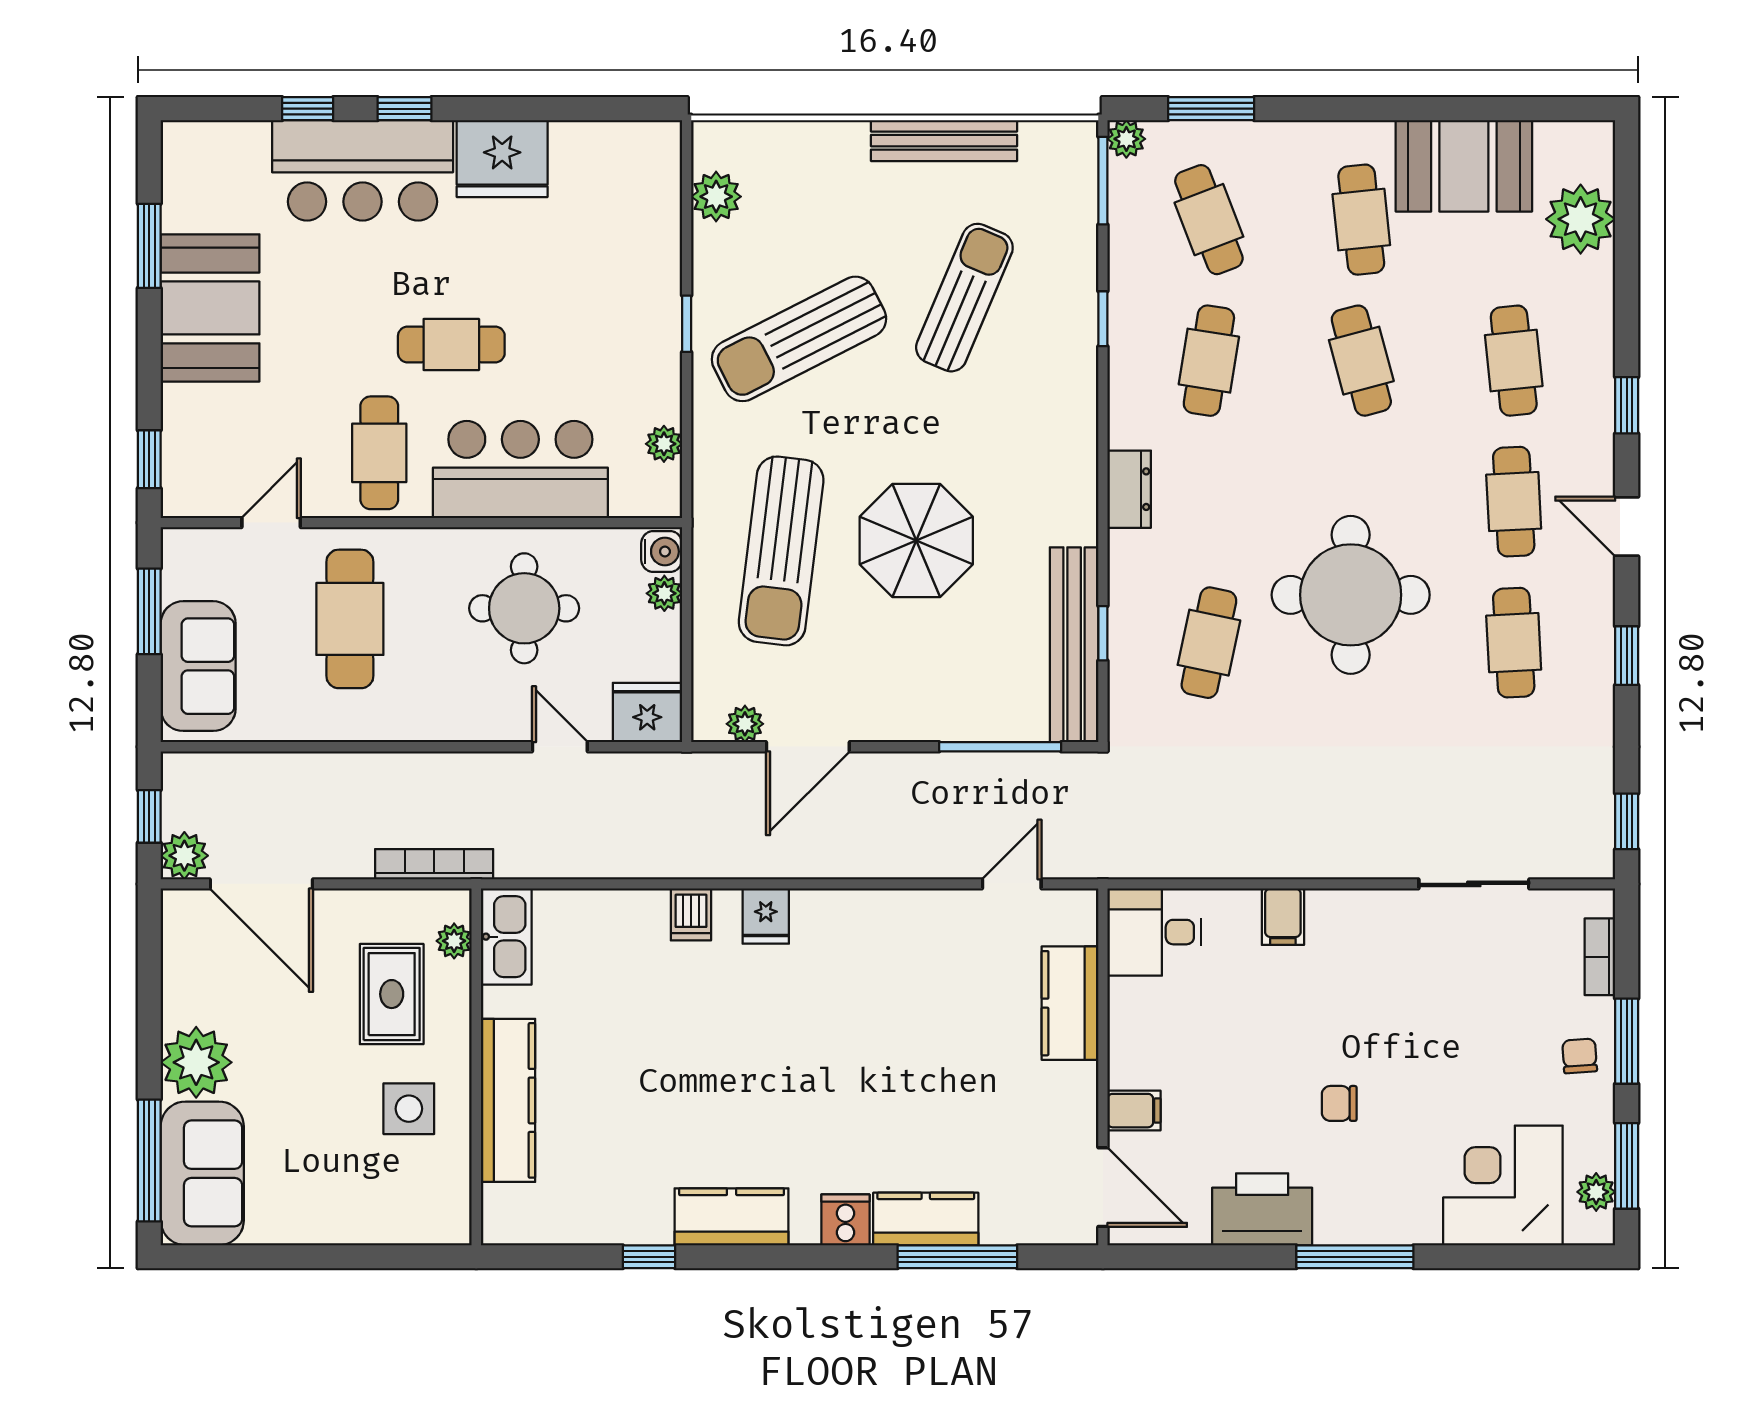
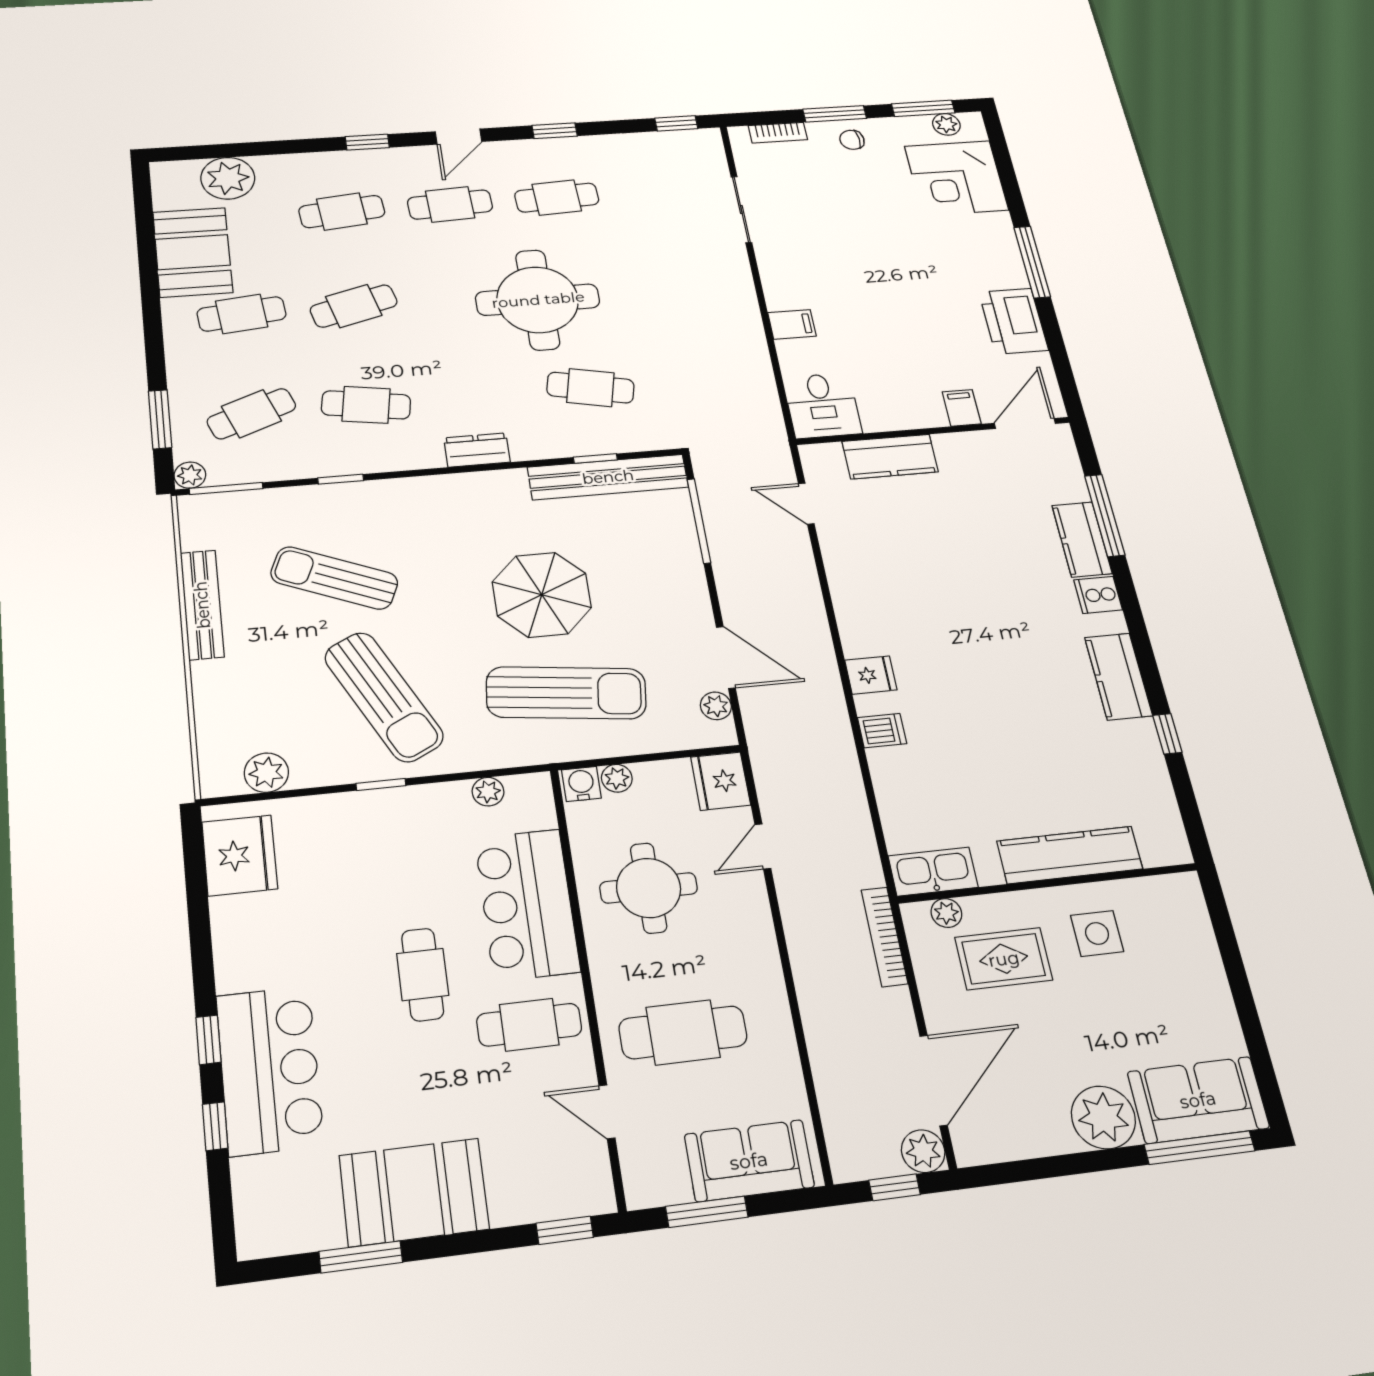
fridge: (502, 159) -> (240, 855), moved
chair: (1339, 1103) -> (923, 279), removed

